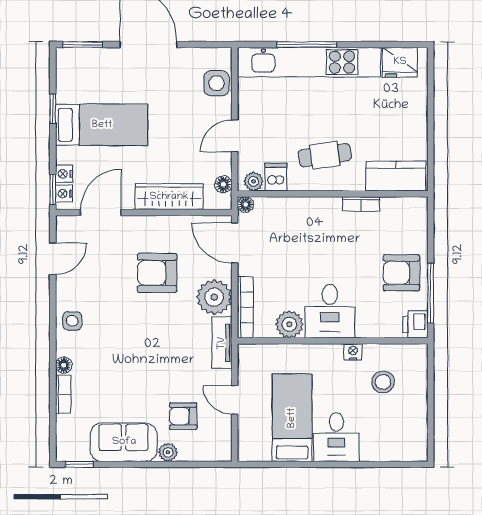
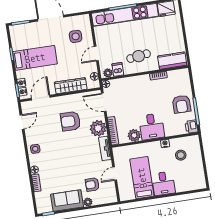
side table: (216, 83) -> (76, 36), moved
armchair: (401, 273) -> (182, 104), turned -90
door: (235, 400) -> (115, 174), hinge flipped

